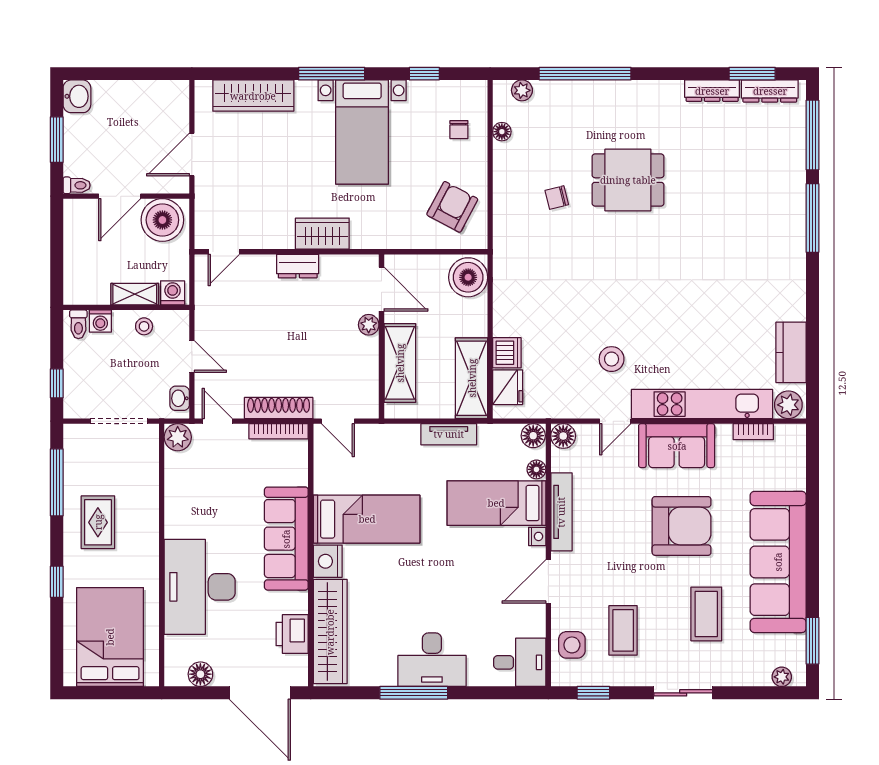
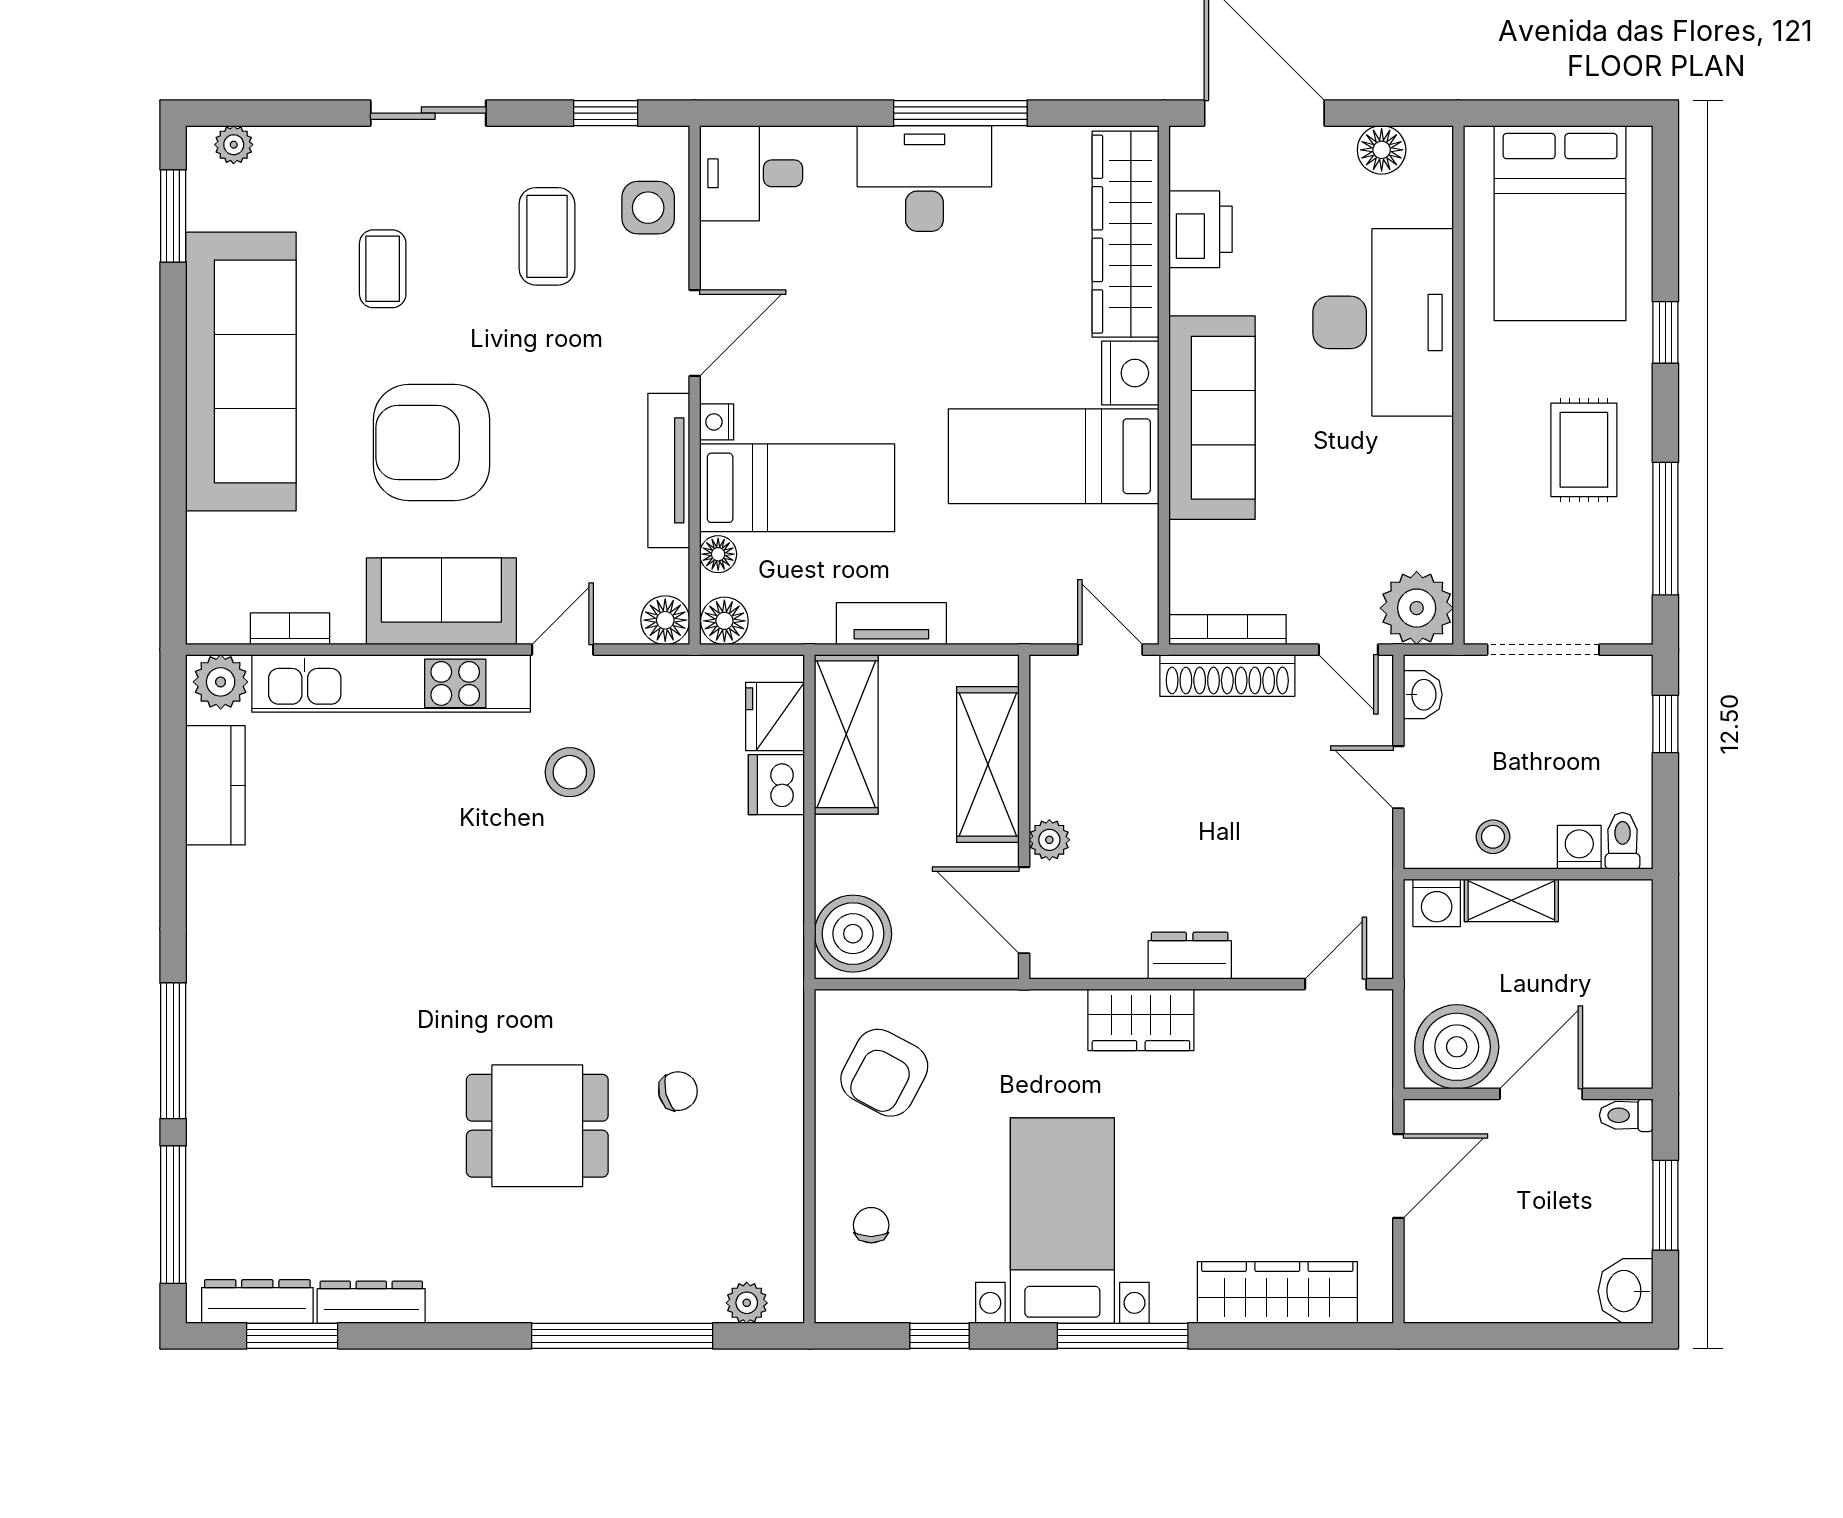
floor lamp: (502, 132) -> (786, 1221), removed
plant: (178, 437) -> (1417, 608), width x1.36, depth x1.36
coffee table: (706, 614) -> (383, 269), width x0.73, depth x0.77

